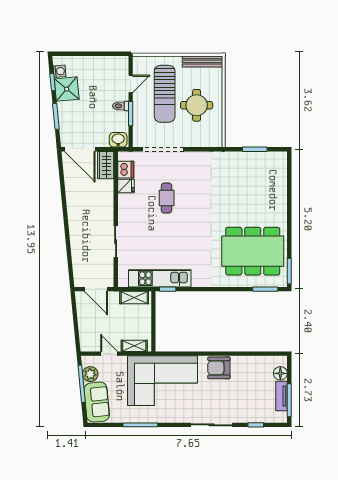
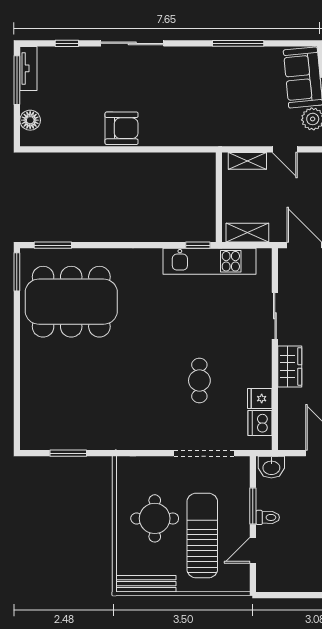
wardrobe: (106, 165) -> (290, 366), moved
corner sofa: (163, 381) -> (205, 109), removed
tv unit: (282, 396) -> (28, 68), moved

